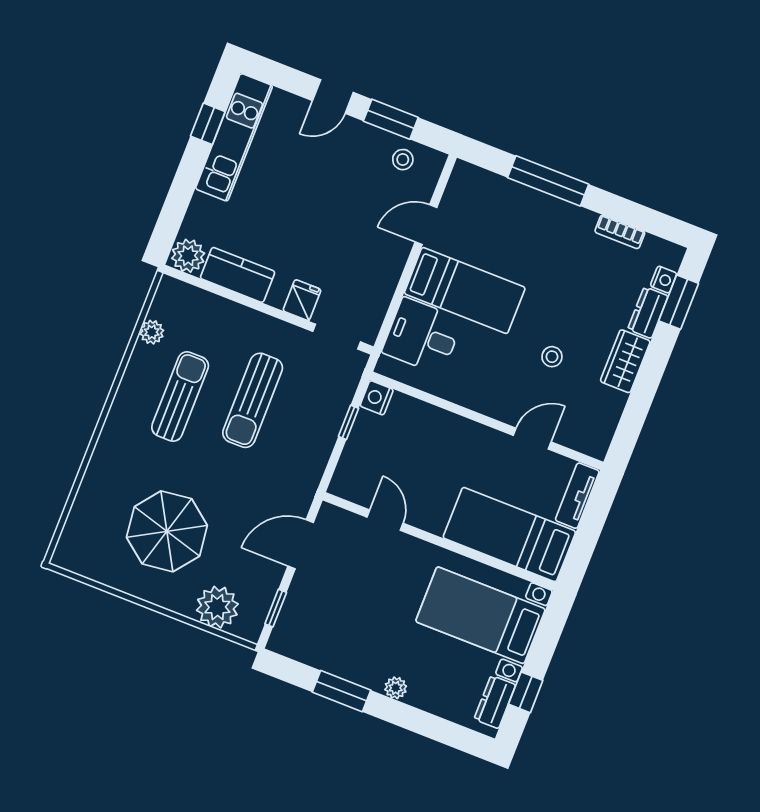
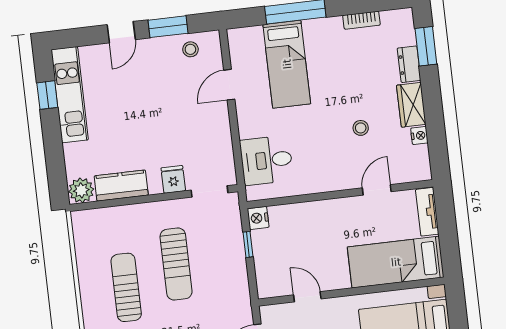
nightstand: (664, 280) -> (419, 136), moved
bed: (465, 290) -> (287, 64), moved, turned 90
plant: (152, 332) -> (84, 254), removed

